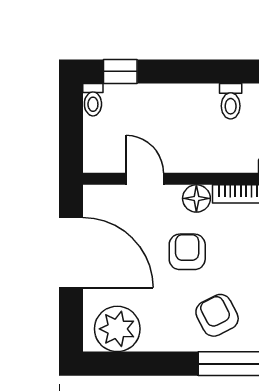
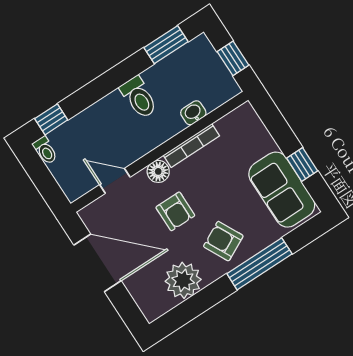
toilet: (231, 101) -> (139, 97), width x1.37, depth x1.39
armchair: (187, 252) -> (175, 211), turned 180
plant: (117, 329) -> (183, 280), moved

